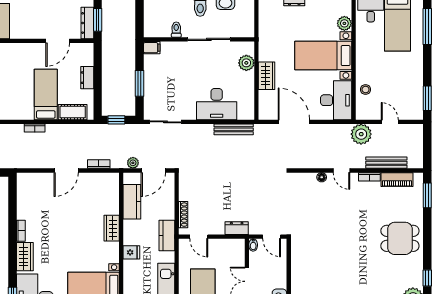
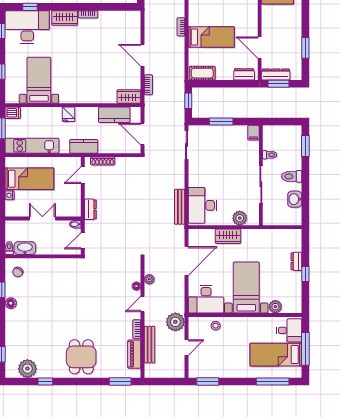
dresser: (87, 78) -> (244, 74), moved
desk: (217, 104) -> (202, 205), moved
cot: (73, 112) -> (202, 73), moved, turned 90
plant: (133, 163) -> (149, 279), moved
wardrobe: (112, 228) -> (129, 96), moved

